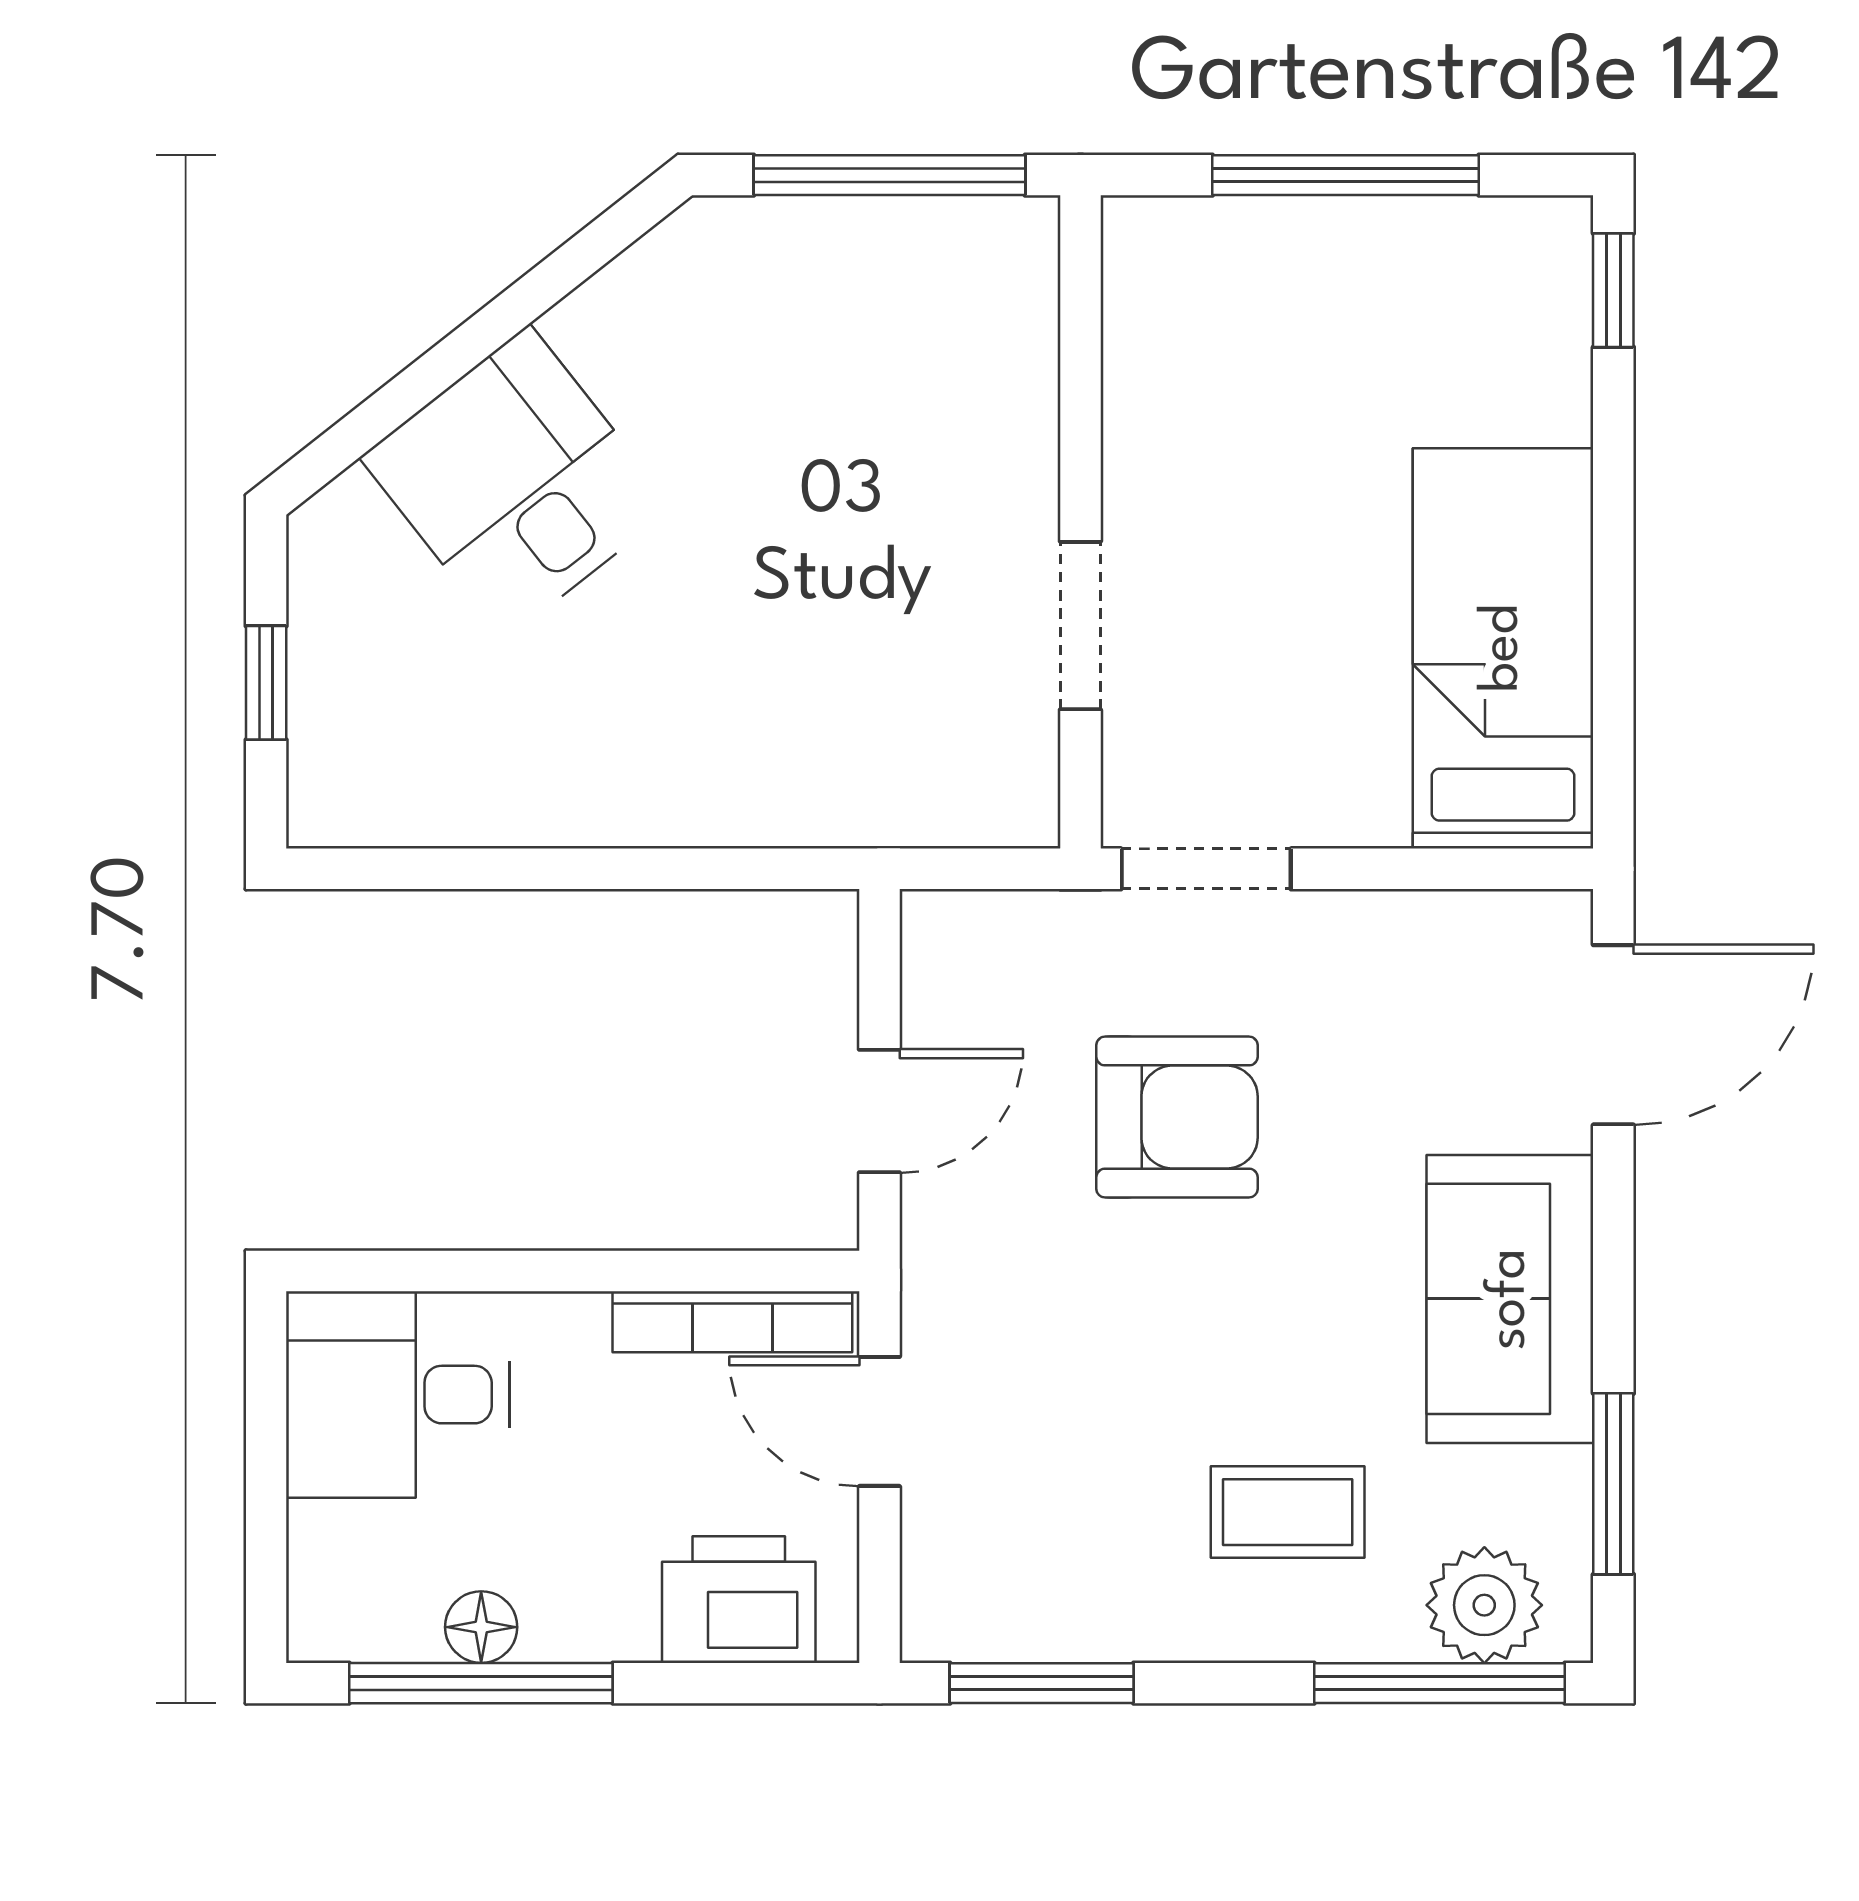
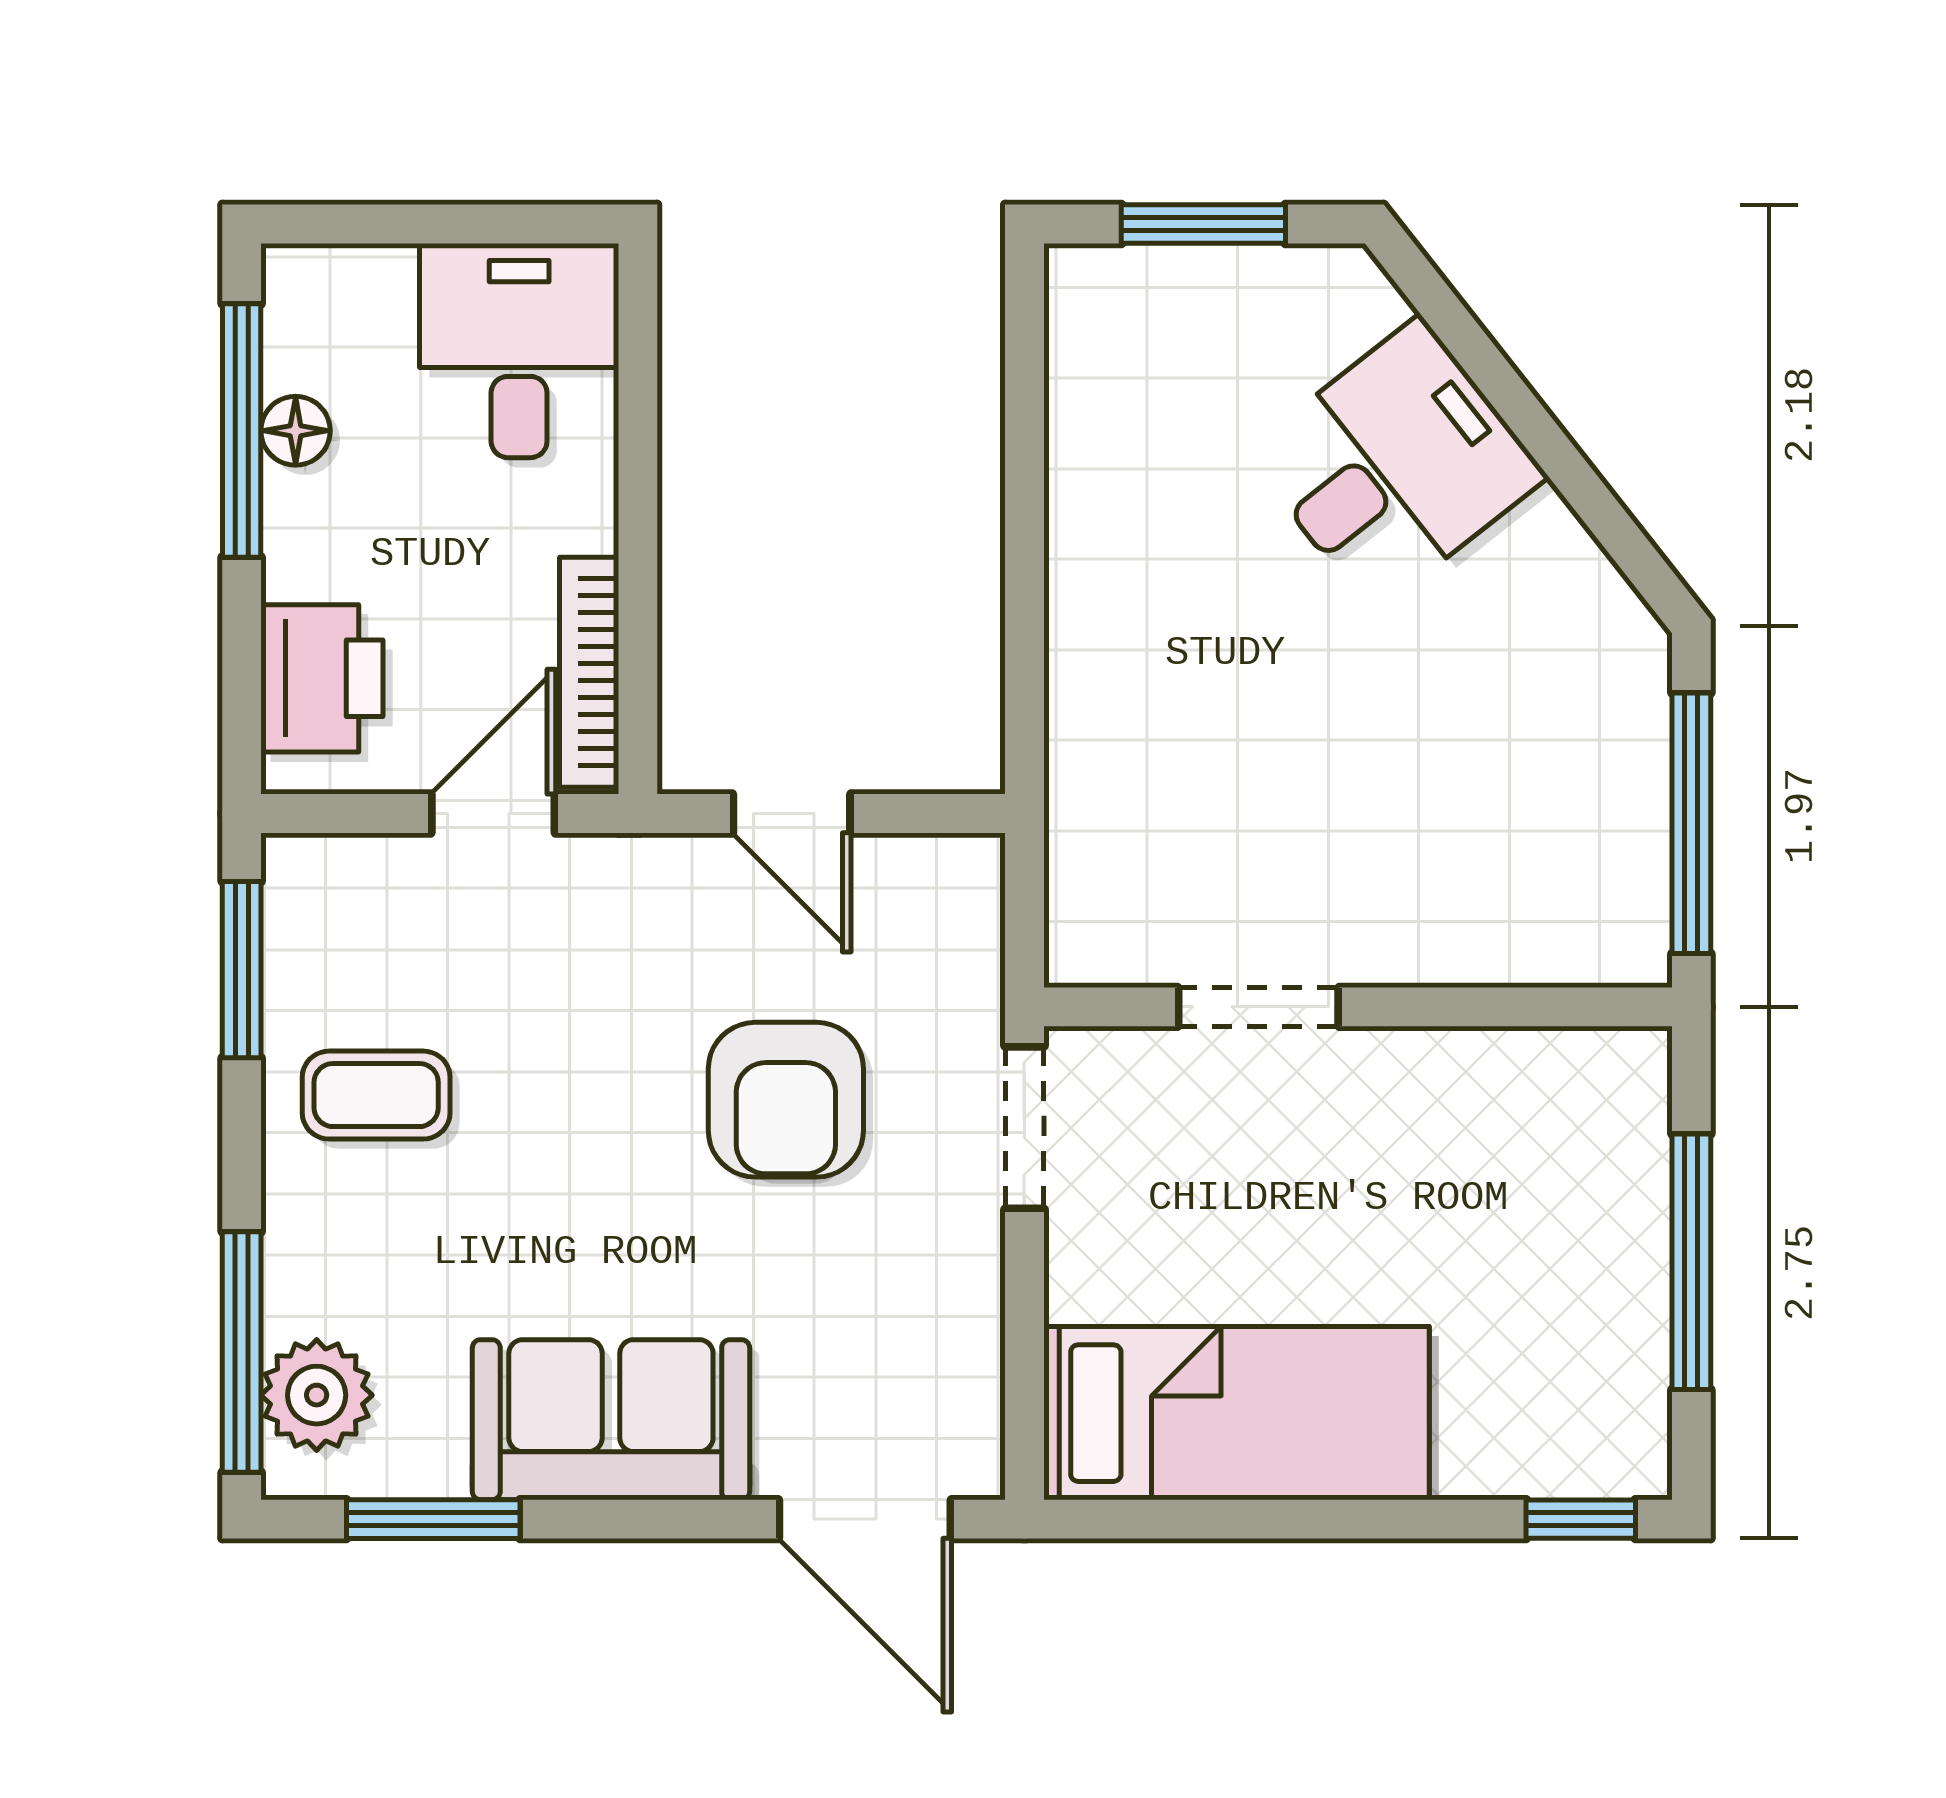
window: (266, 683) -> (1203, 224), width x1.50
coffee table: (1288, 1512) -> (376, 1095), moved, turned 90

